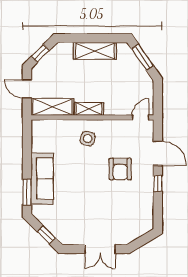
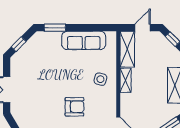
armchair: (120, 169) -> (74, 107), turned 180
sofa: (42, 179) -> (84, 40), moved

